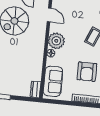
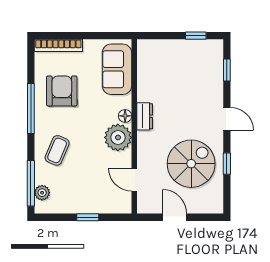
dresser: (36, 89) -> (145, 116), moved

